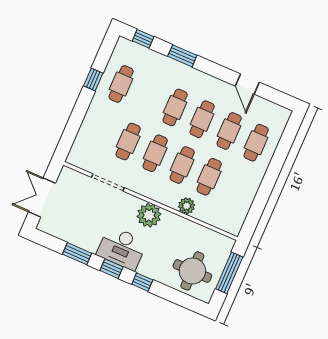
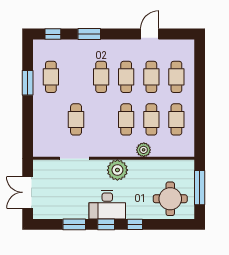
window: (93, 79) -> (28, 83), width x1.50
door: (247, 84) -> (150, 34), swing flipped
cafe table: (155, 153) -> (176, 119), moved

